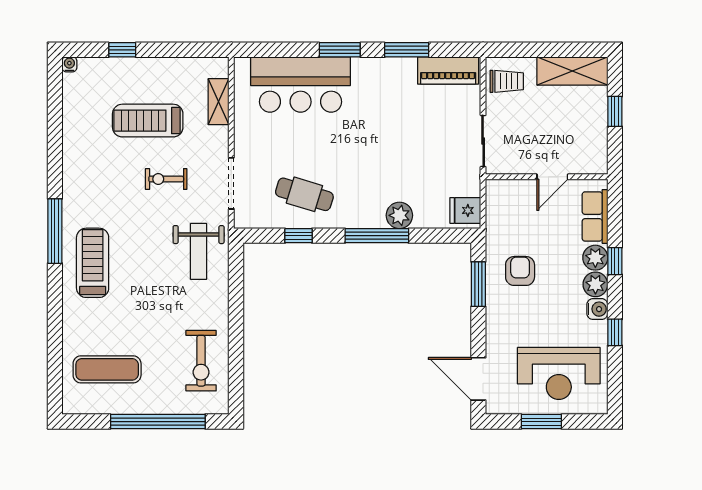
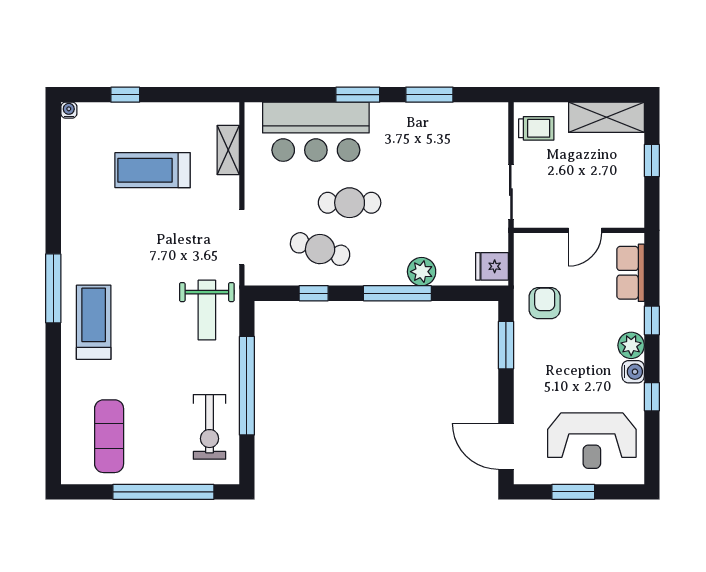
piano: (448, 70) -> (474, 117), removed
cafe table: (332, 151) -> (350, 203), added
exercise bike: (166, 179) -> (172, 233), removed
plant: (595, 258) -> (631, 317), removed
armchair: (520, 271) -> (545, 303), moved
window: (236, 322) -> (247, 386), added
exercise mat: (107, 369) -> (109, 436), turned 90

